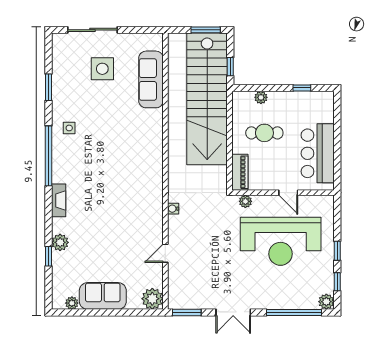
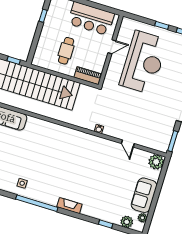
plant: (261, 97) -> (41, 46), removed
plant: (245, 201) -> (109, 78), removed
plant: (60, 242) -> (127, 222), moved

